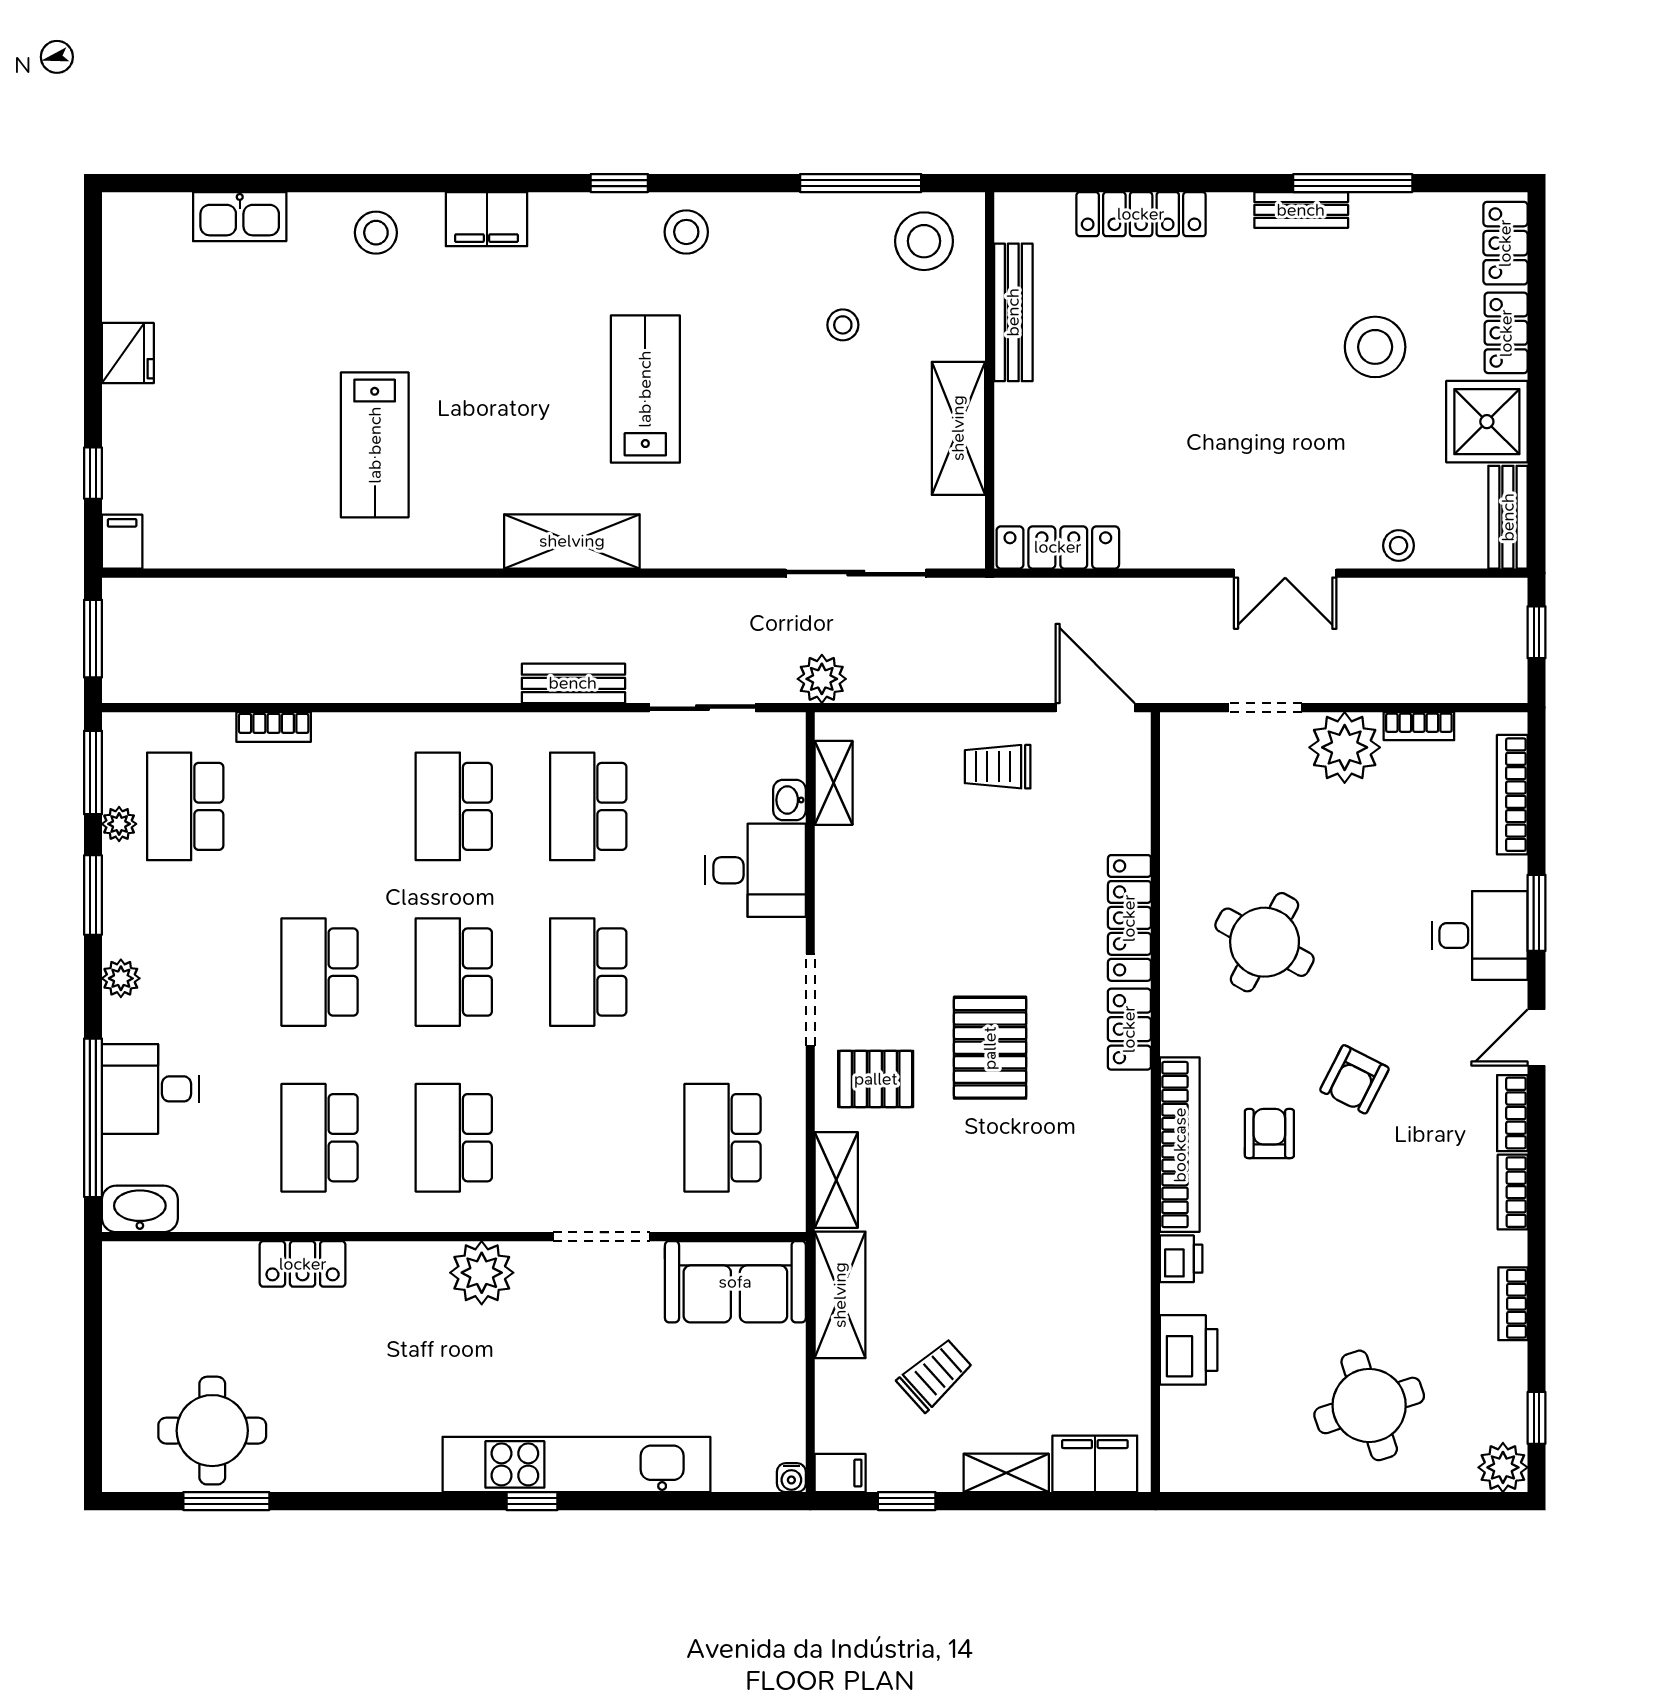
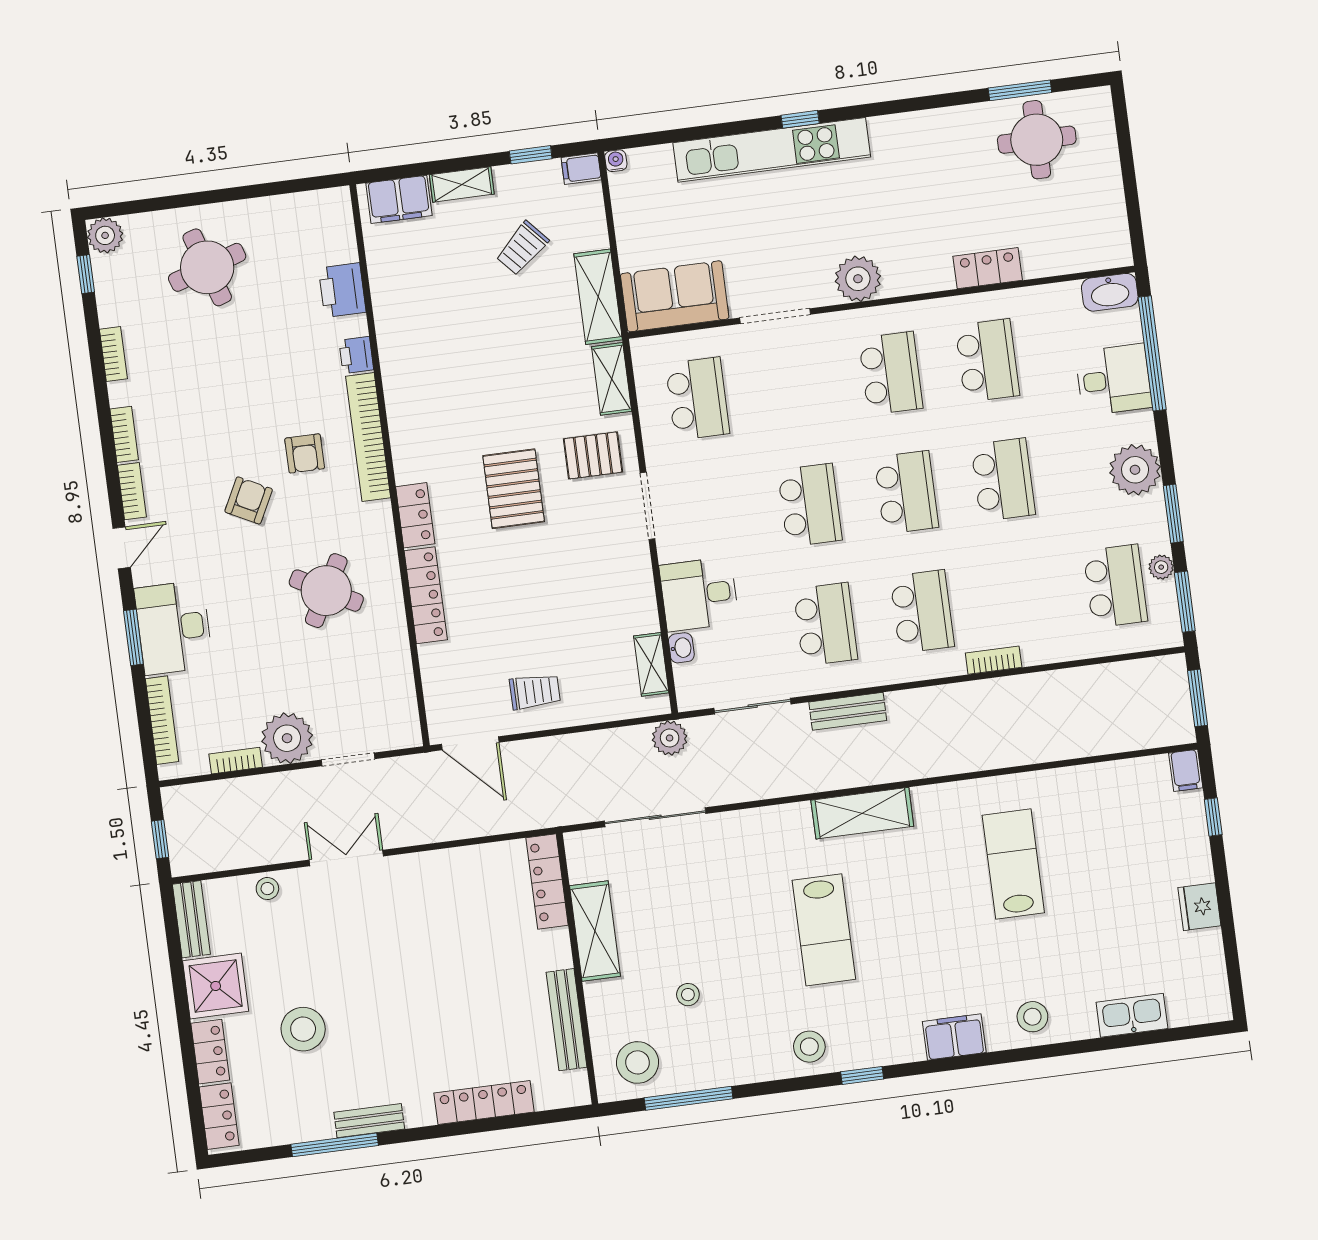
locker: (1058, 547) -> (547, 881), moved, turned 90
bookcase: (274, 727) -> (994, 660), moved
desk: (1480, 935) -> (174, 628), width x1.37
plant: (121, 978) -> (1135, 470), width x1.87, depth x1.87

